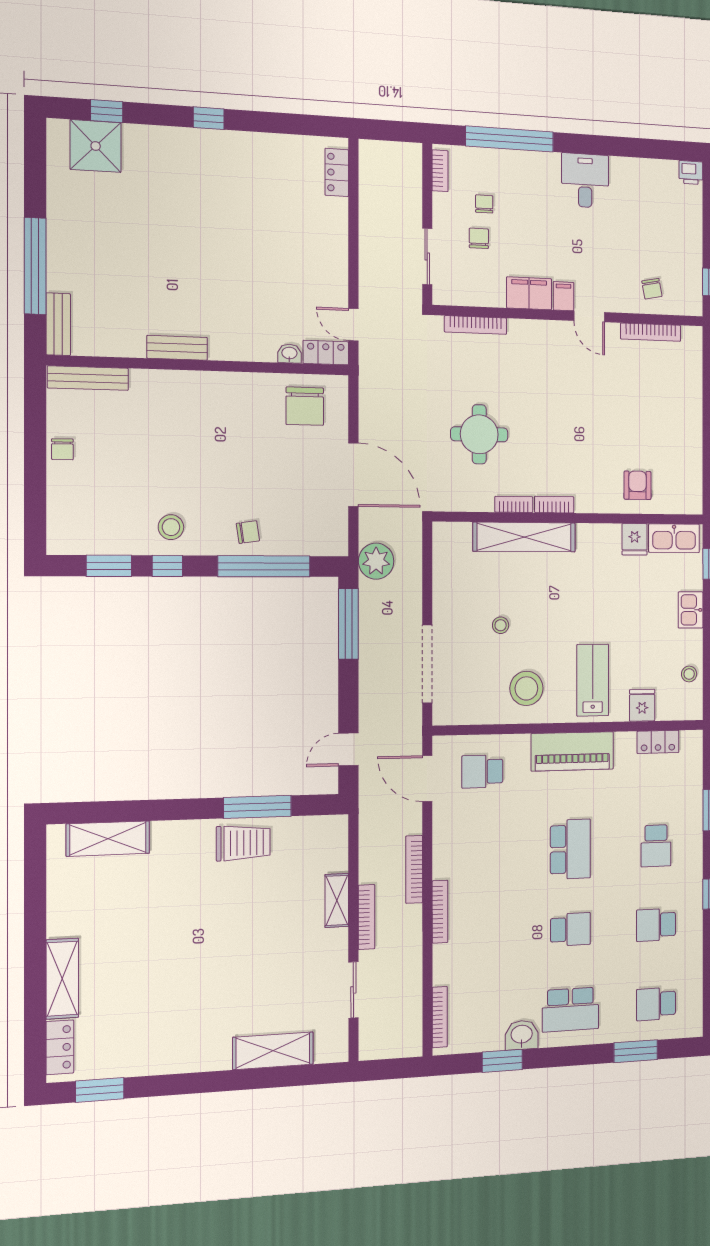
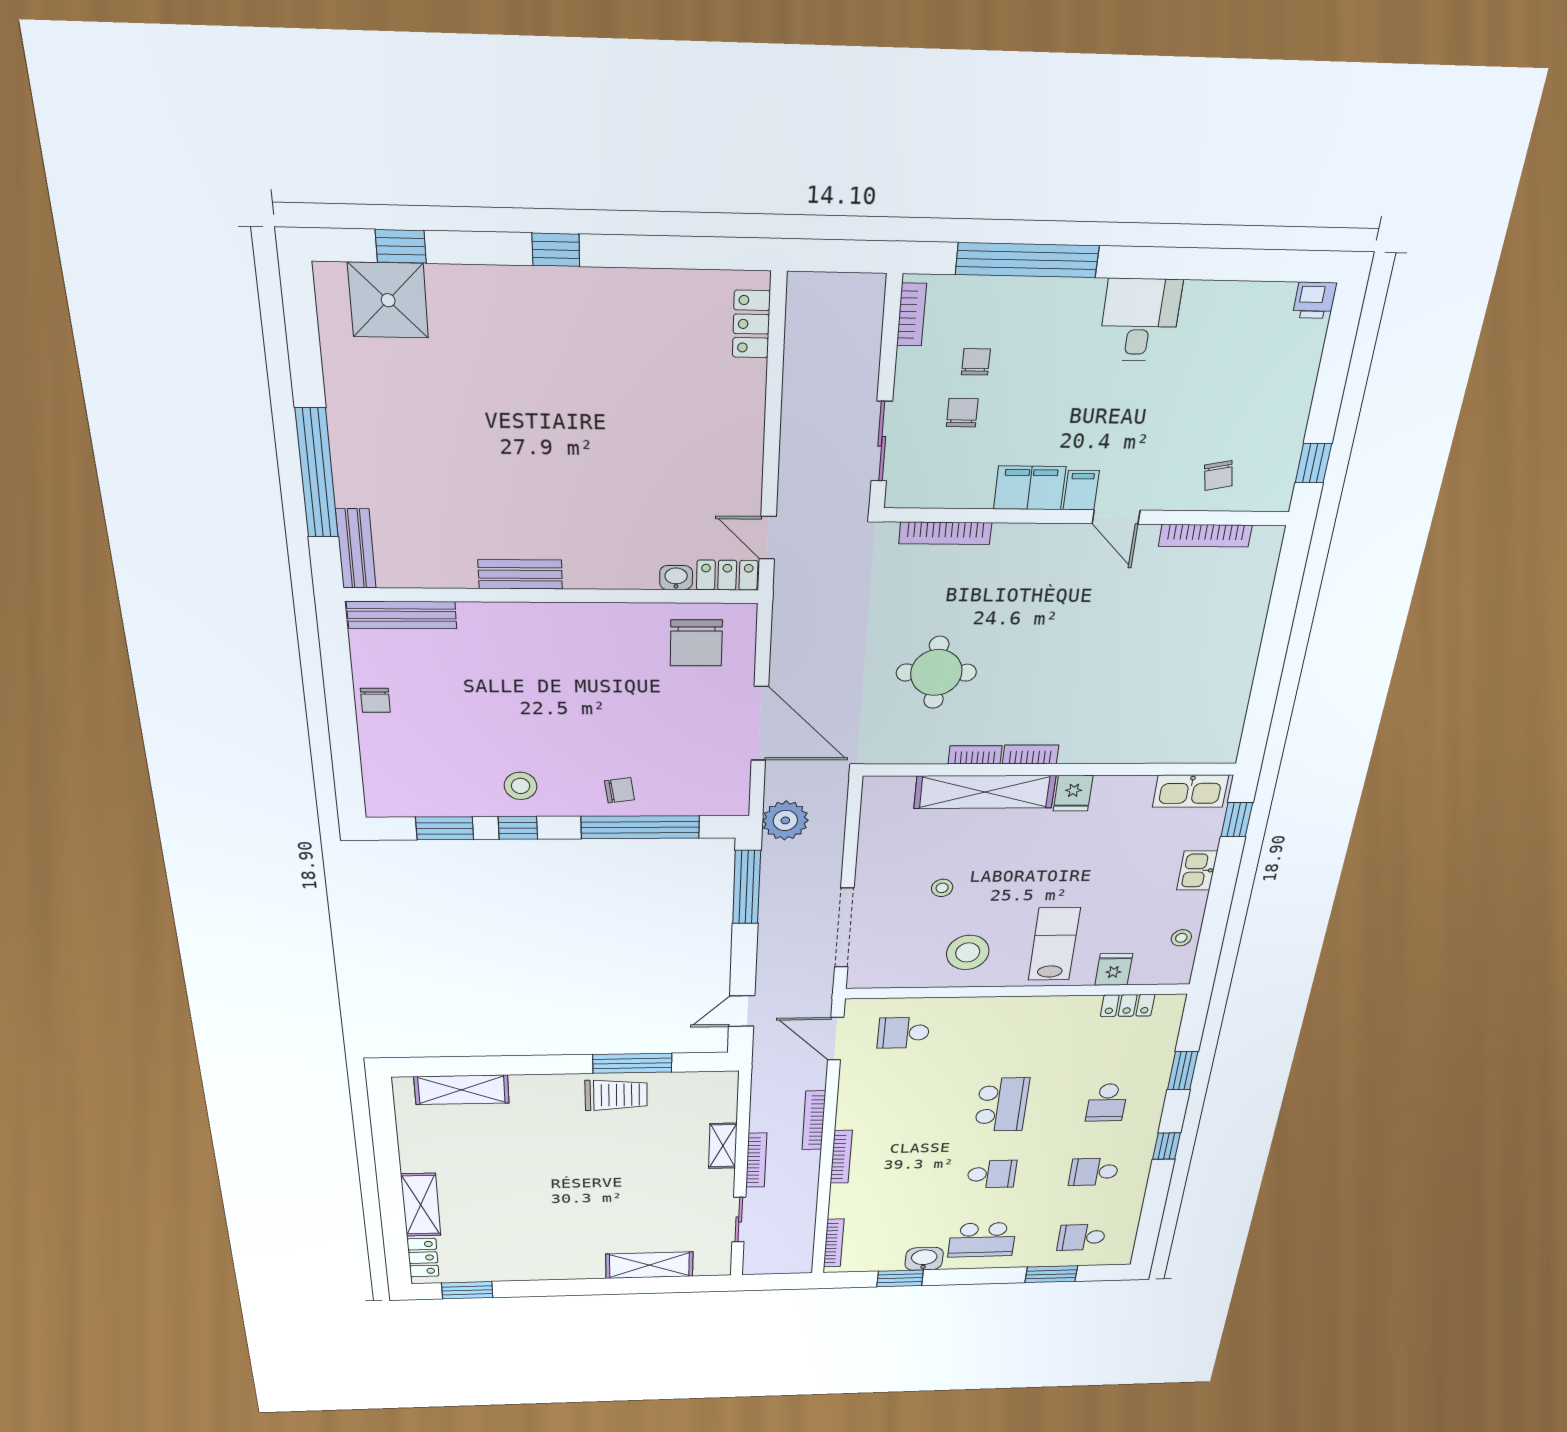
armchair: (637, 485) -> (1151, 730), removed
fridge: (635, 539) -> (1073, 793), moved
piano: (572, 751) -> (1018, 1014), removed

